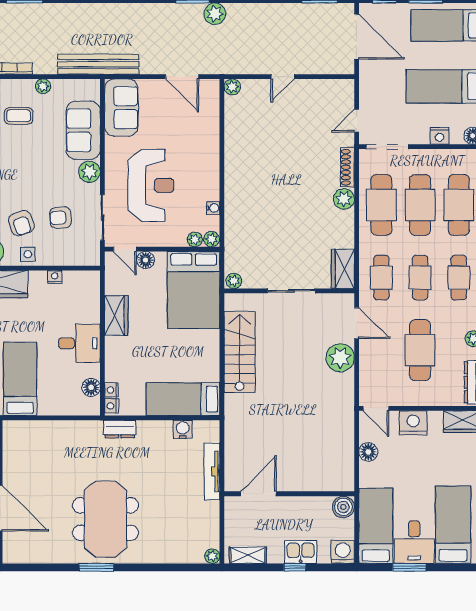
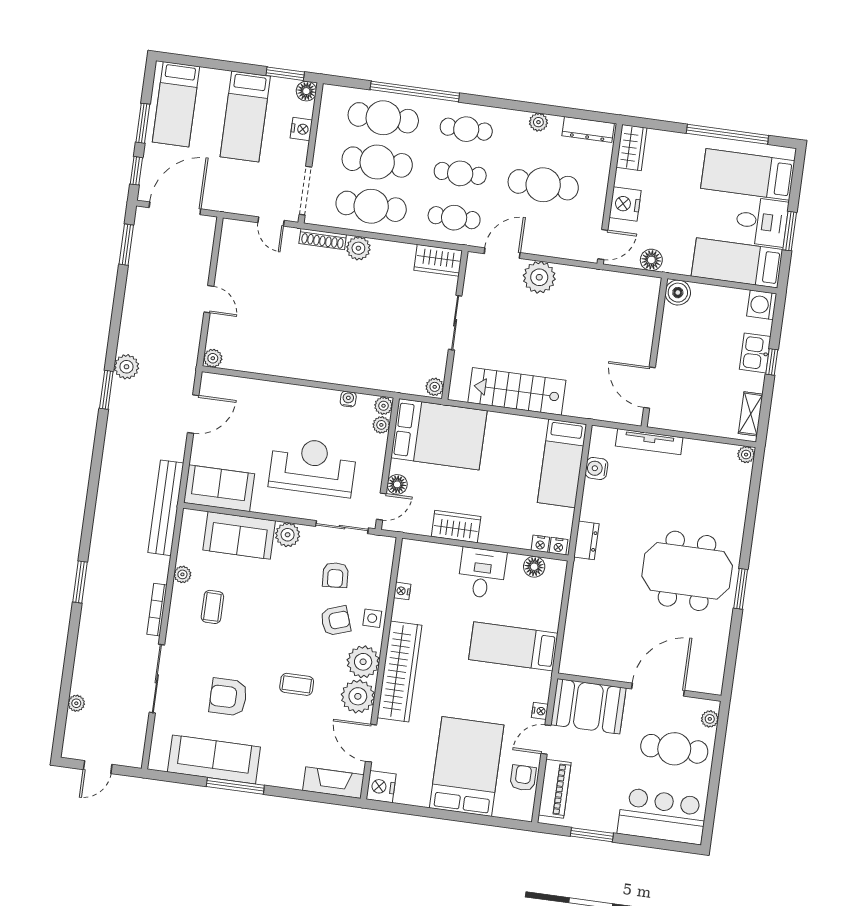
door: (258, 494) -> (649, 388), moved
wall: (289, 494) -> (654, 352), moved
boiler: (343, 507) -> (678, 293), moved

